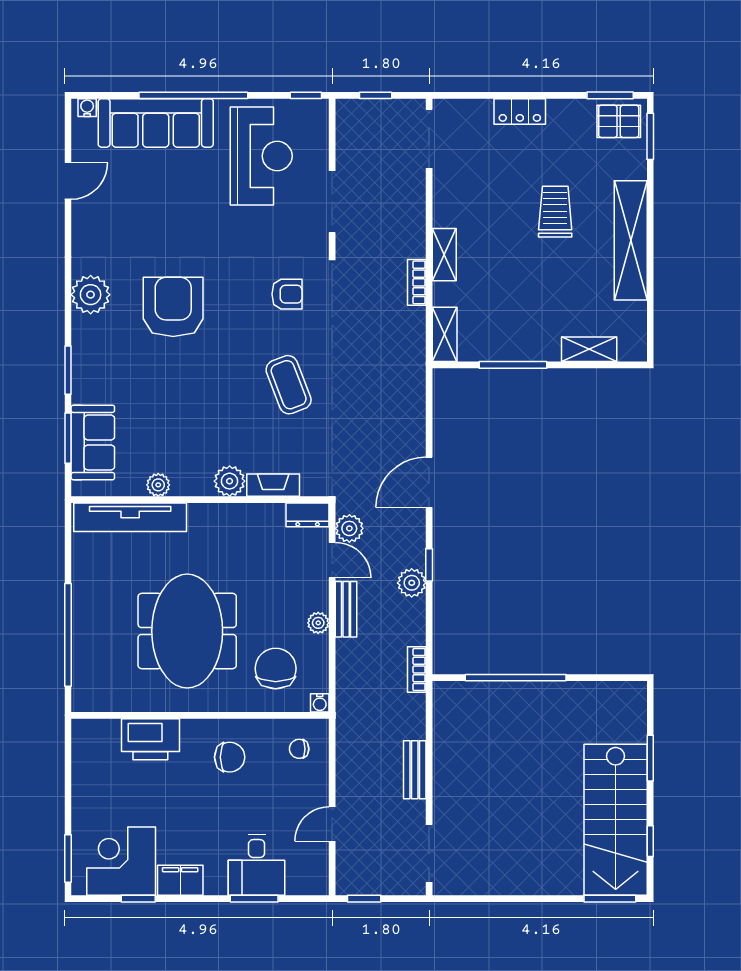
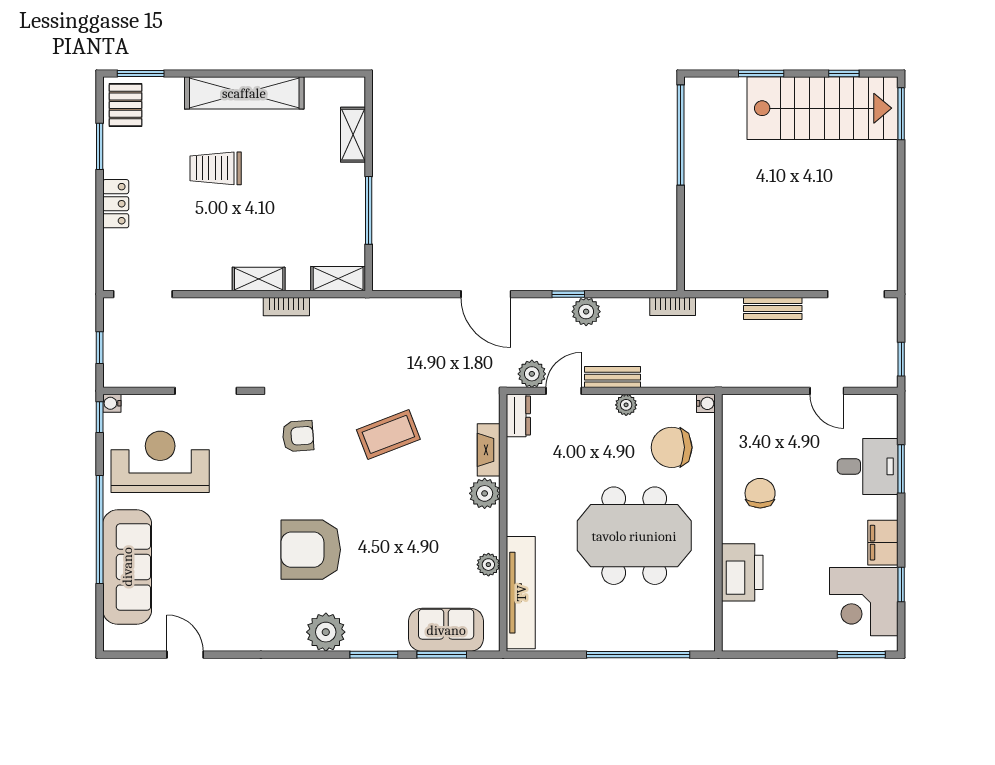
window: (610, 95) -> (100, 146), moved
water cooler: (87, 108) -> (112, 403), moved
armchair: (287, 294) -> (298, 436), turned 86
plant: (91, 295) -> (326, 632), moved
window: (516, 678) -> (681, 135), moved
chair: (299, 749) -> (752, 424), removed

